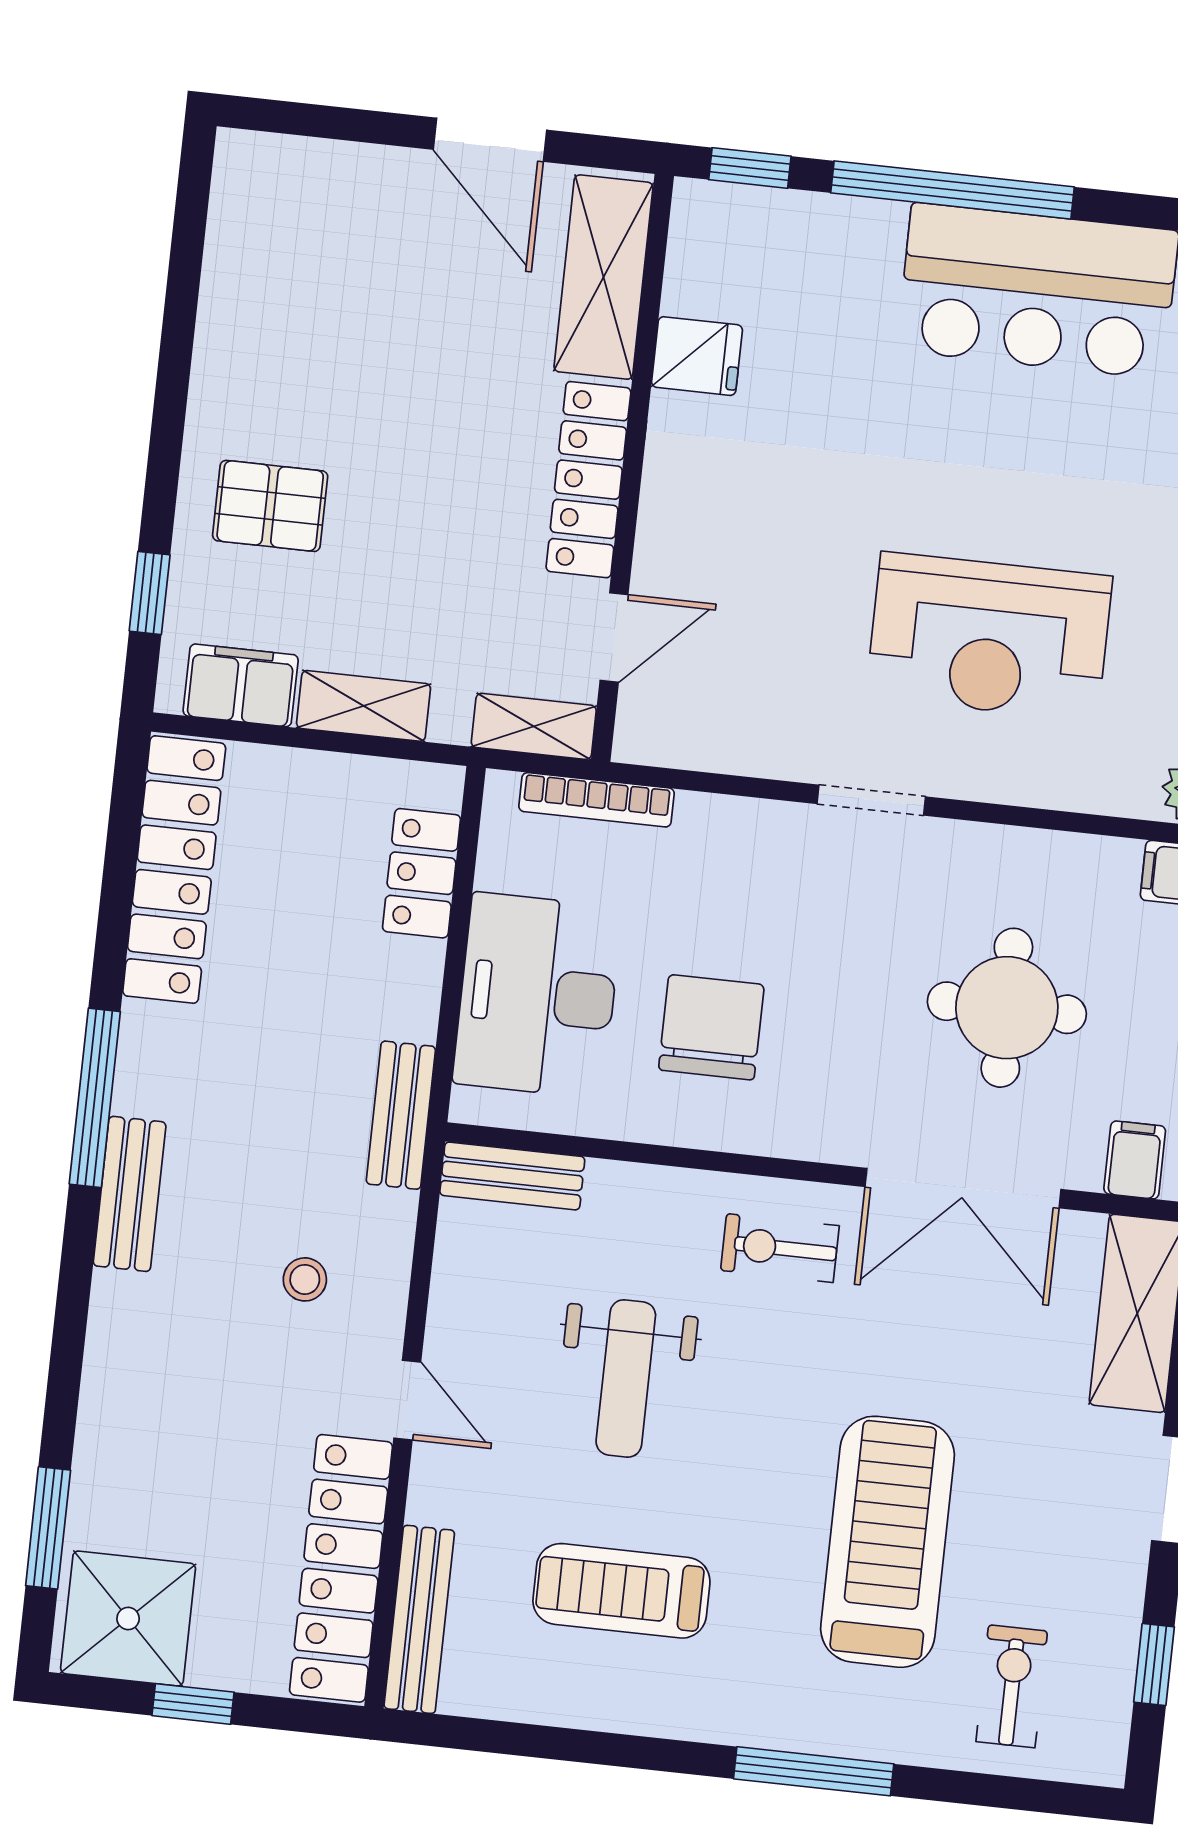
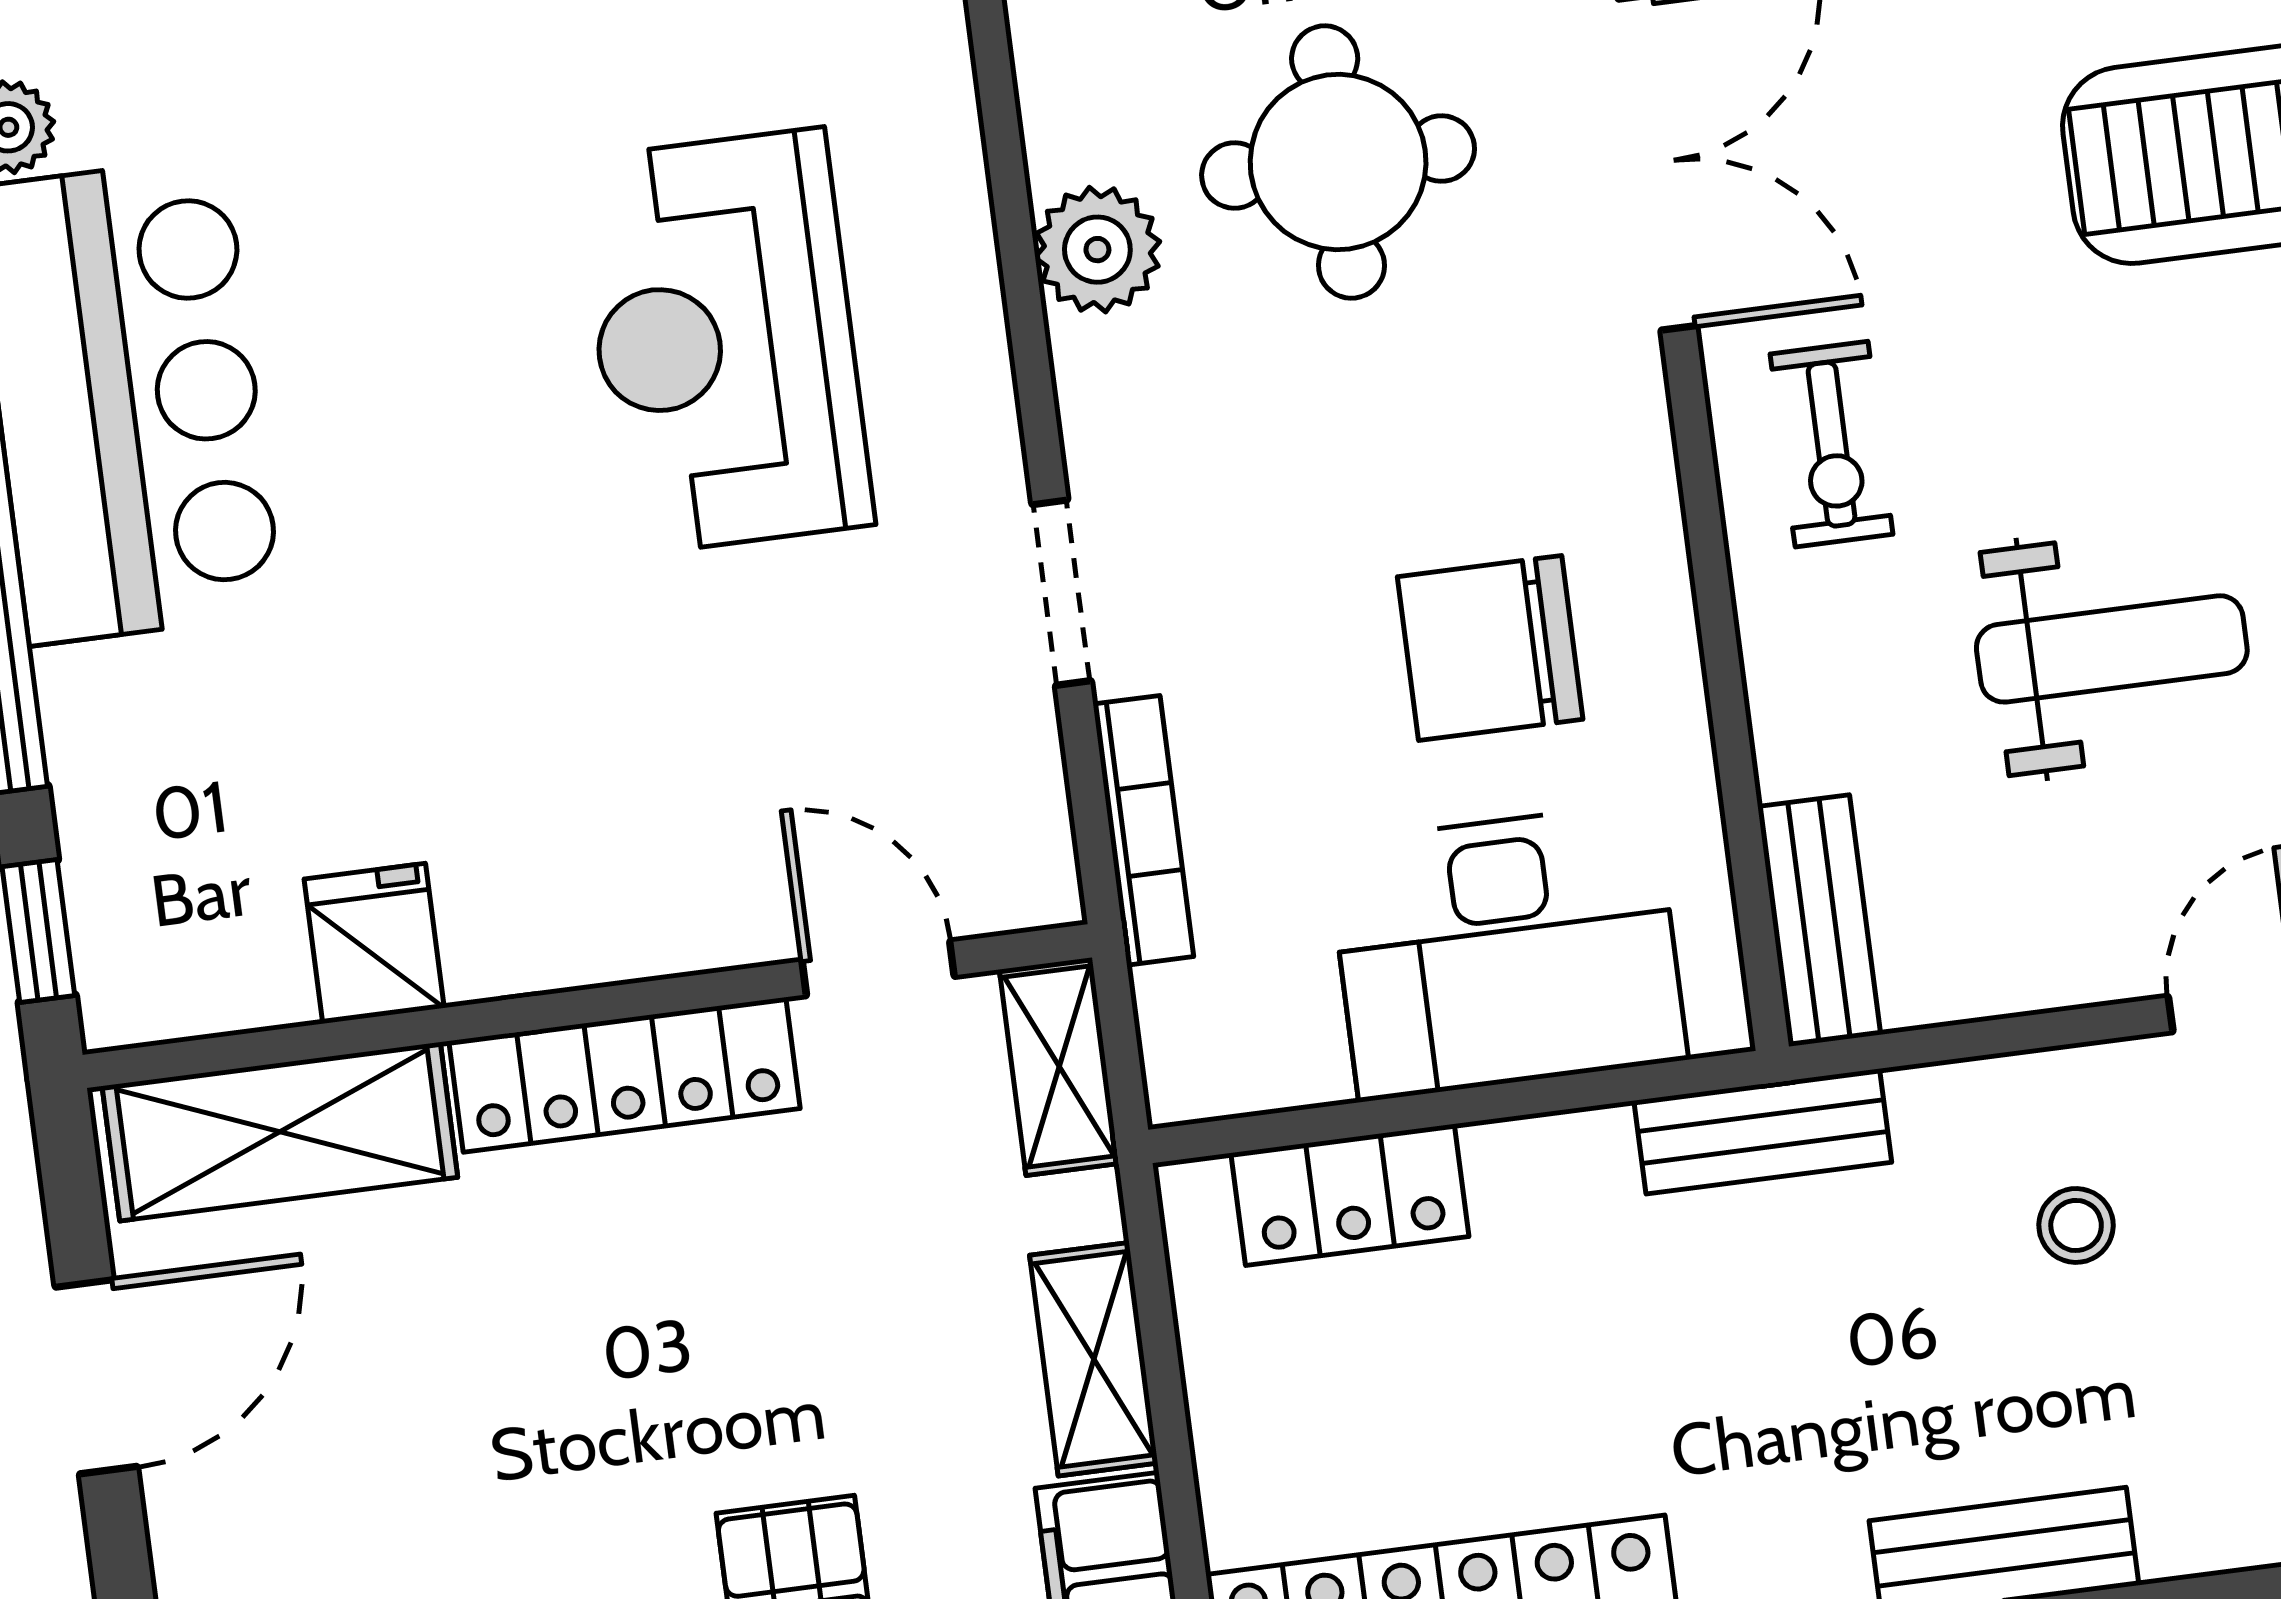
reception desk: (989, 637) -> (725, 342), turned 180
bookcase: (597, 800) -> (1143, 830), moved
doorway: (871, 800) -> (1062, 593), moved
plant: (990, 860) -> (1097, 250), added

